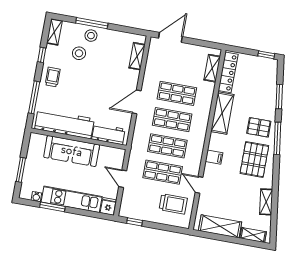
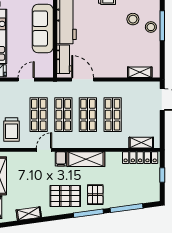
window: (266, 55) -> (162, 175), moved
window: (279, 97) -> (126, 208), width x1.44
door: (137, 102) -> (83, 79), moved
shelving: (222, 113) -> (86, 159), moved
door: (199, 185) -> (44, 150), moved

